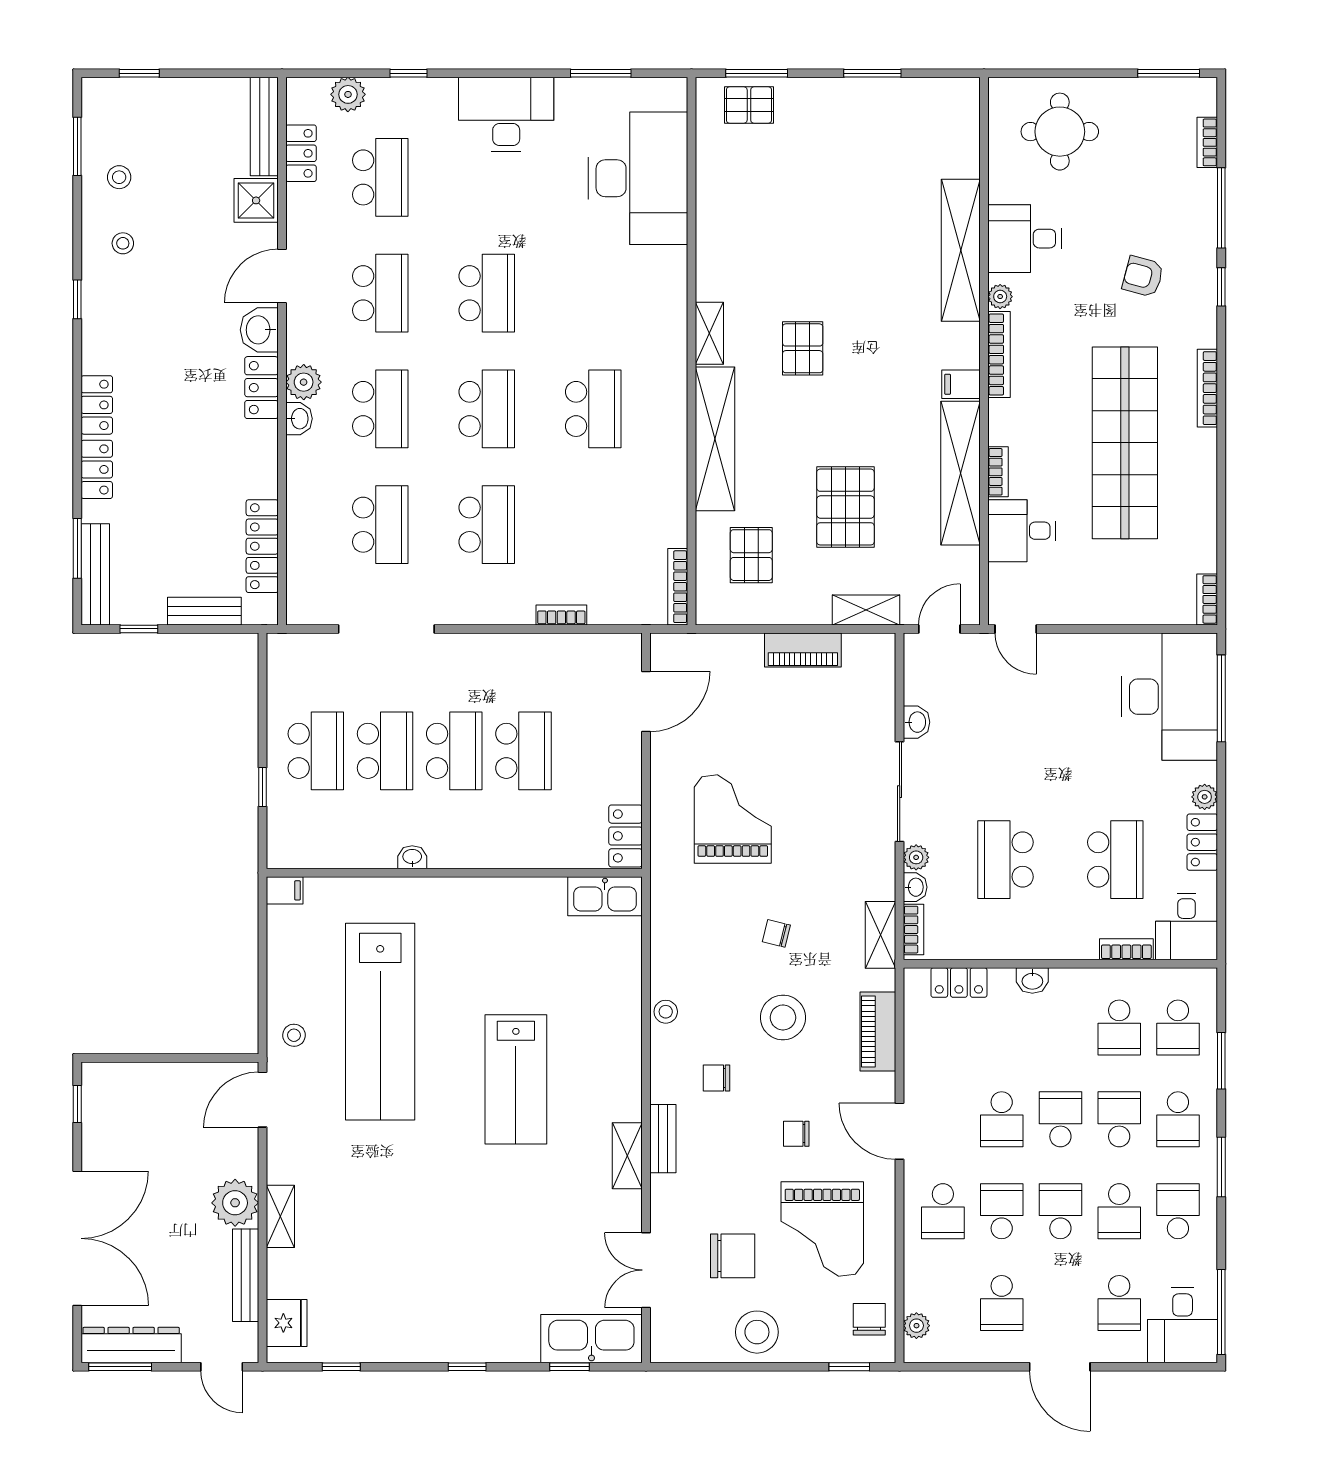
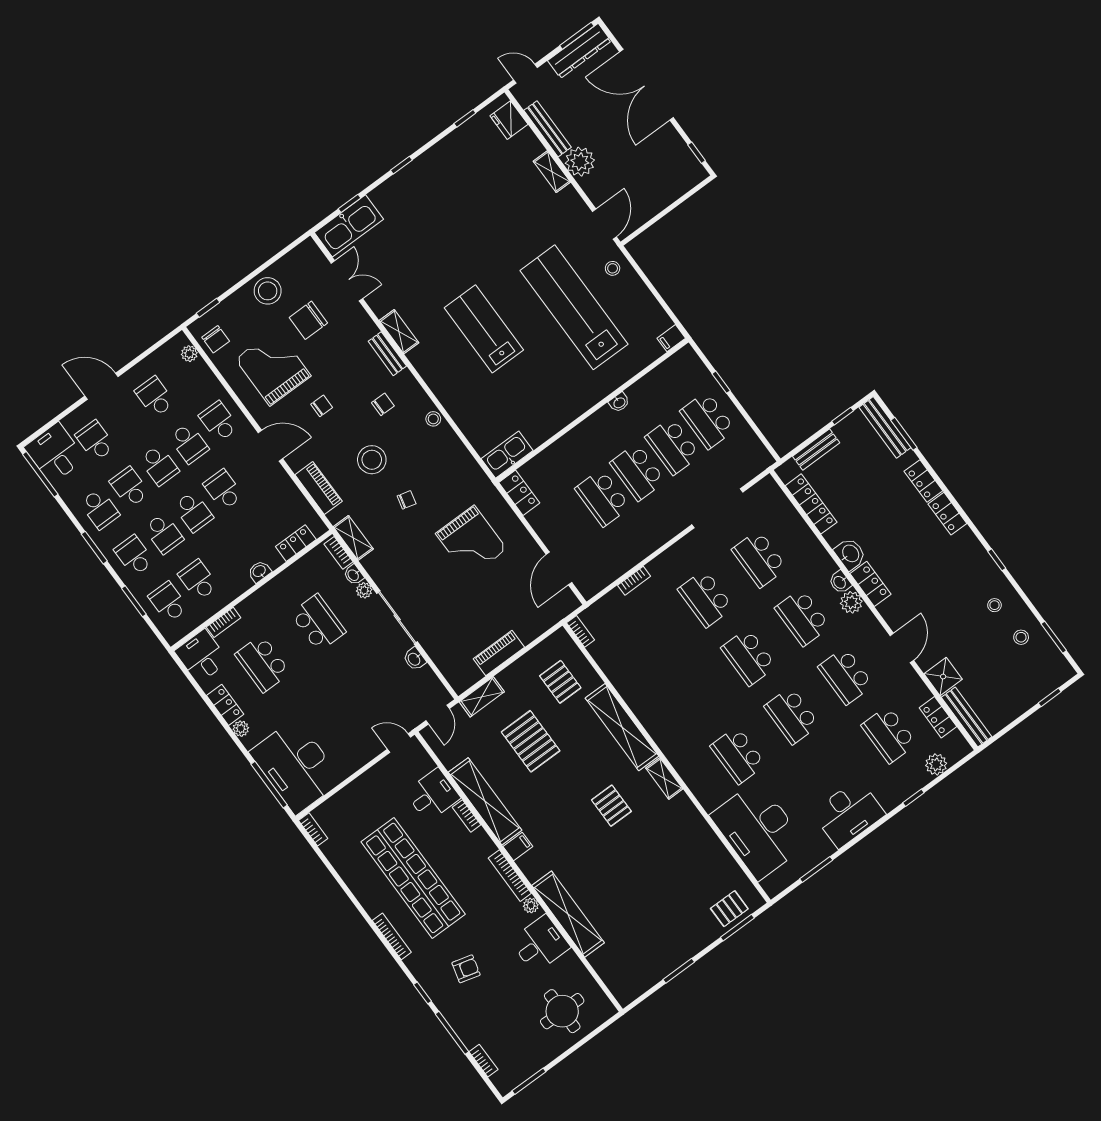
washbasin: (259, 330) -> (850, 554), moved
school desk: (593, 409) -> (738, 755), moved
bookcase: (678, 587) -> (581, 631), width x0.64

